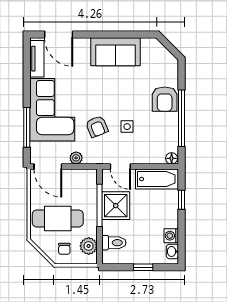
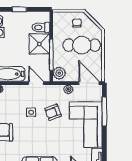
armchair: (97, 126) -> (53, 112), turned -89
shower: (116, 206) -> (39, 44), moved
plant: (89, 246) -> (59, 73), moved

